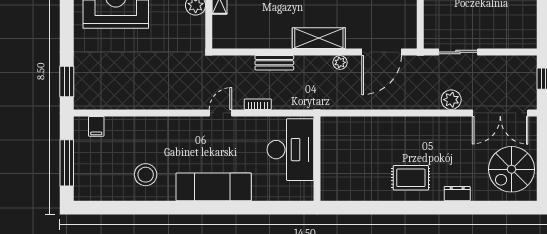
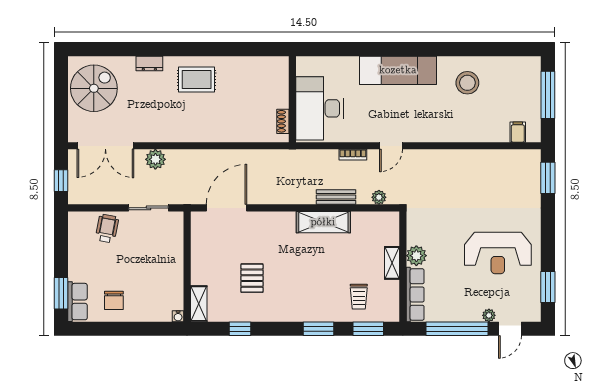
wheelchair: (499, 32) -> (107, 228), added
shelving: (319, 38) -> (323, 222), moved
plant: (340, 62) -> (379, 197), moved
double door: (500, 113) -> (105, 146), swing flipped
shoe rack: (326, 137) -> (283, 121), added

